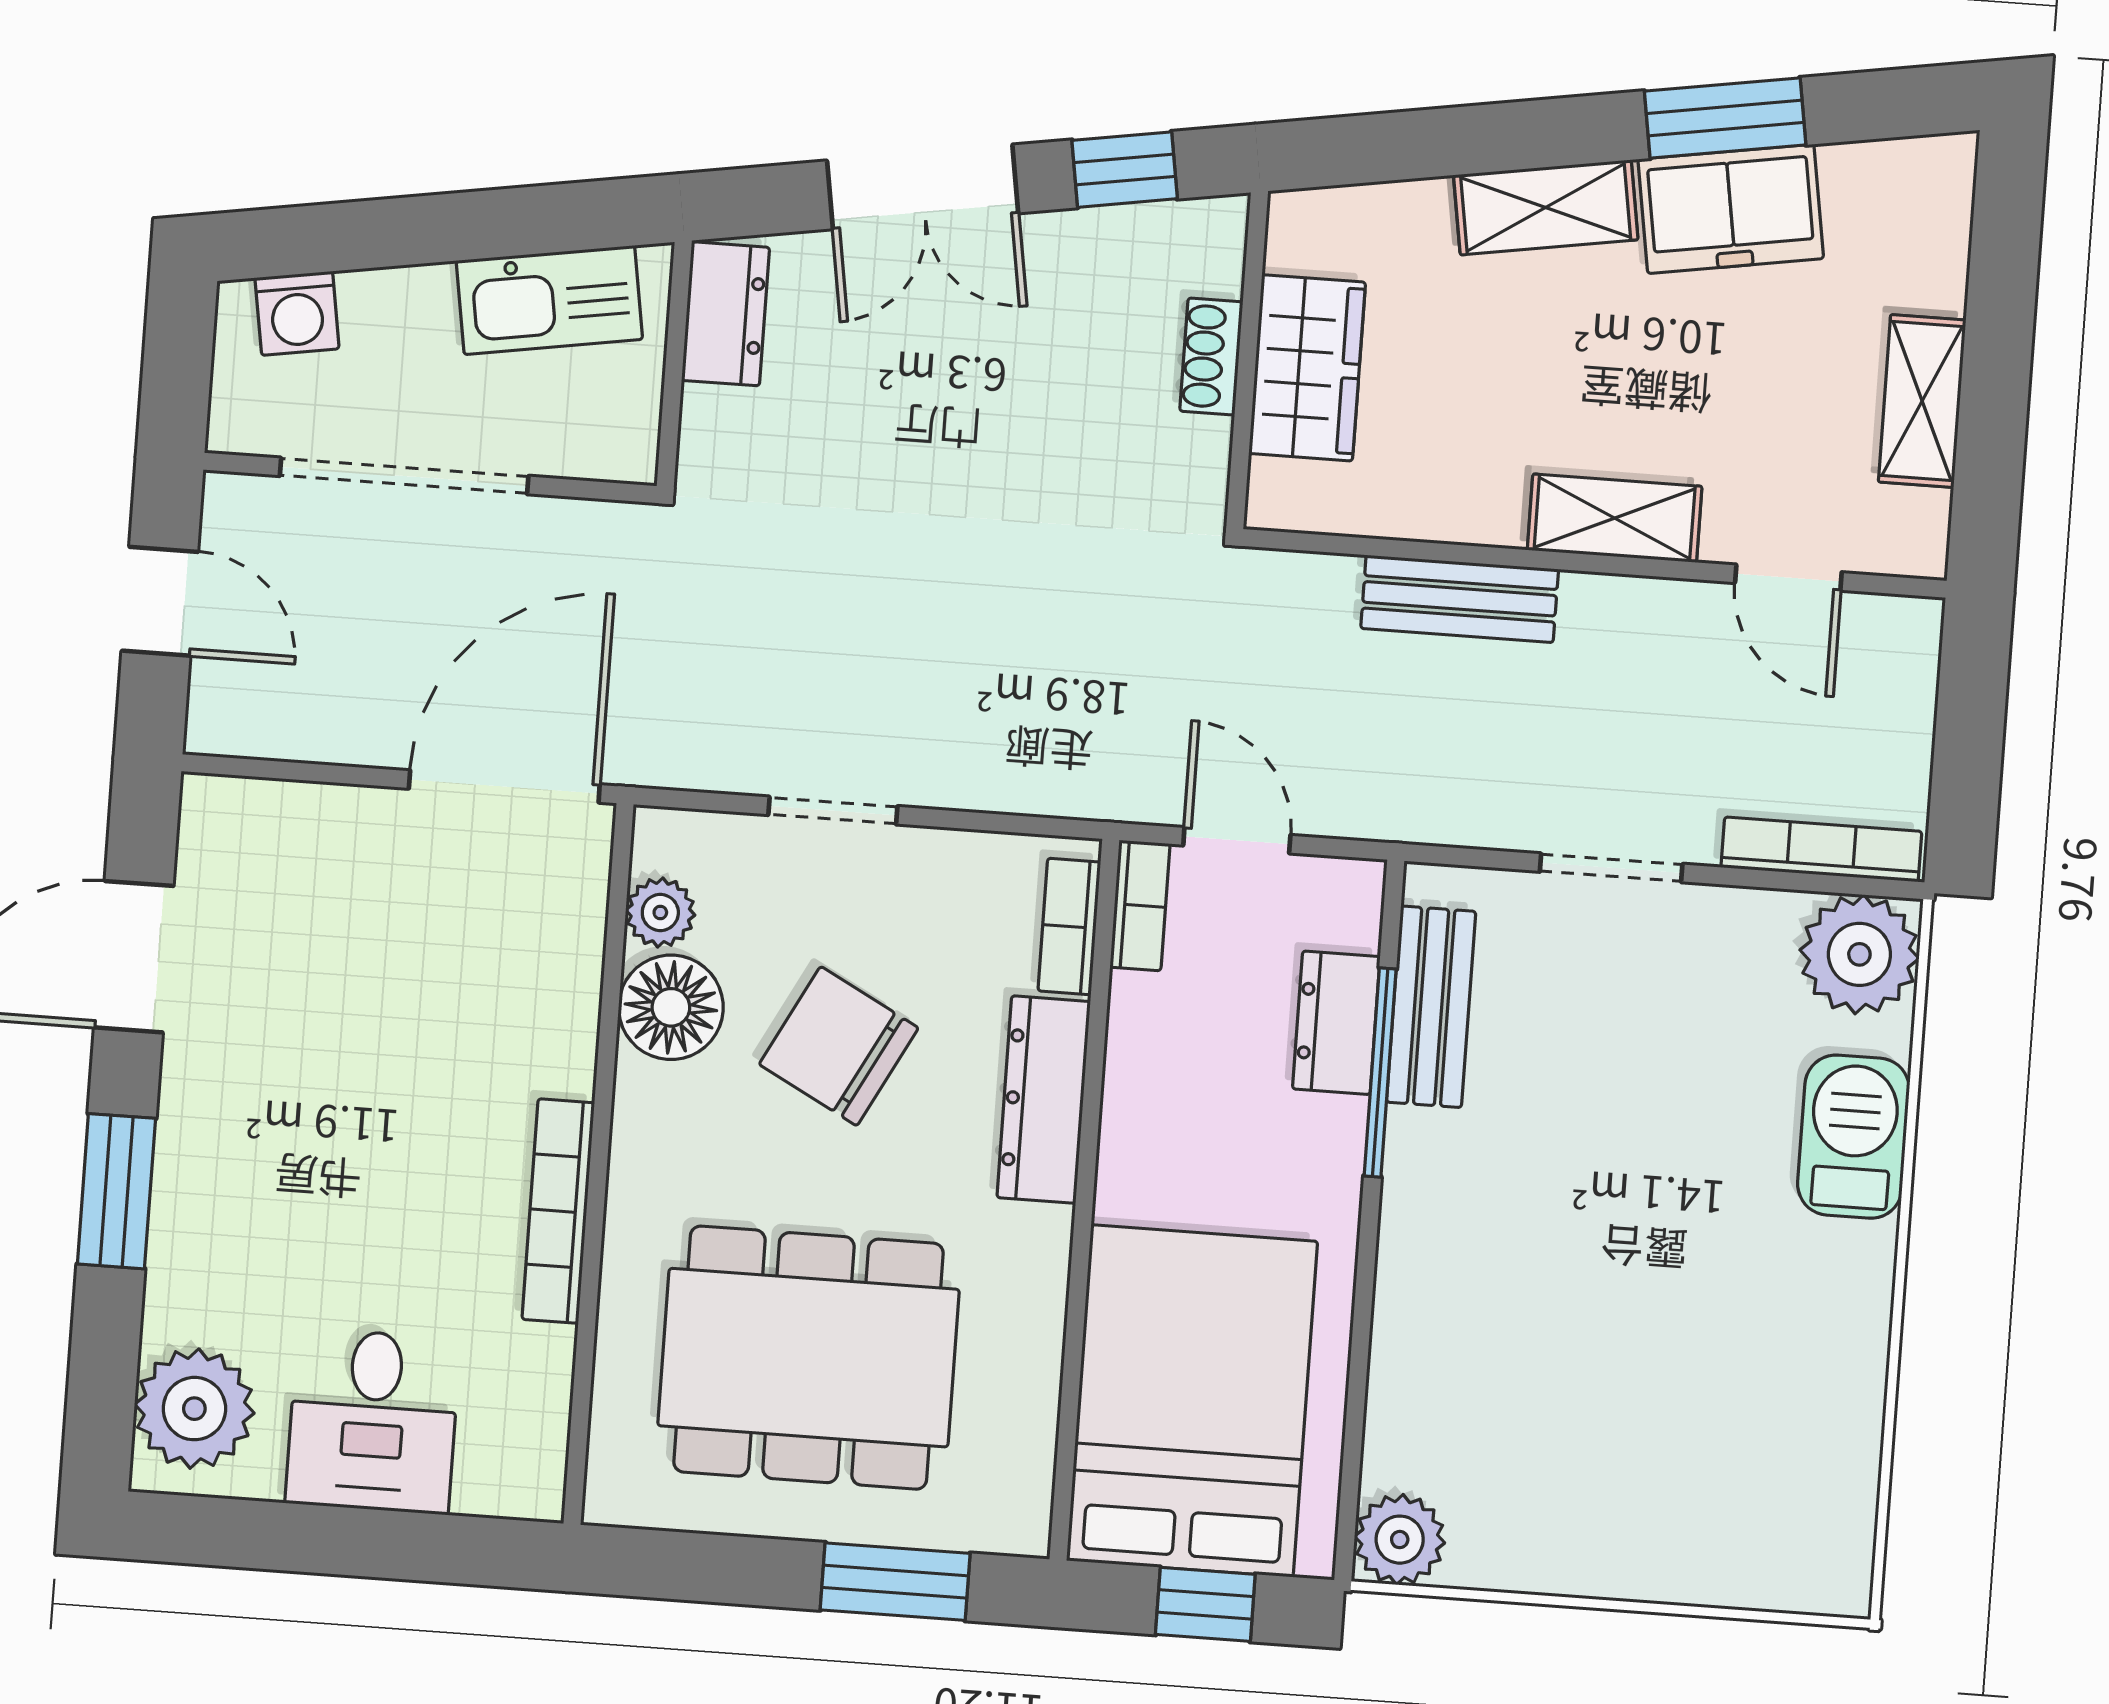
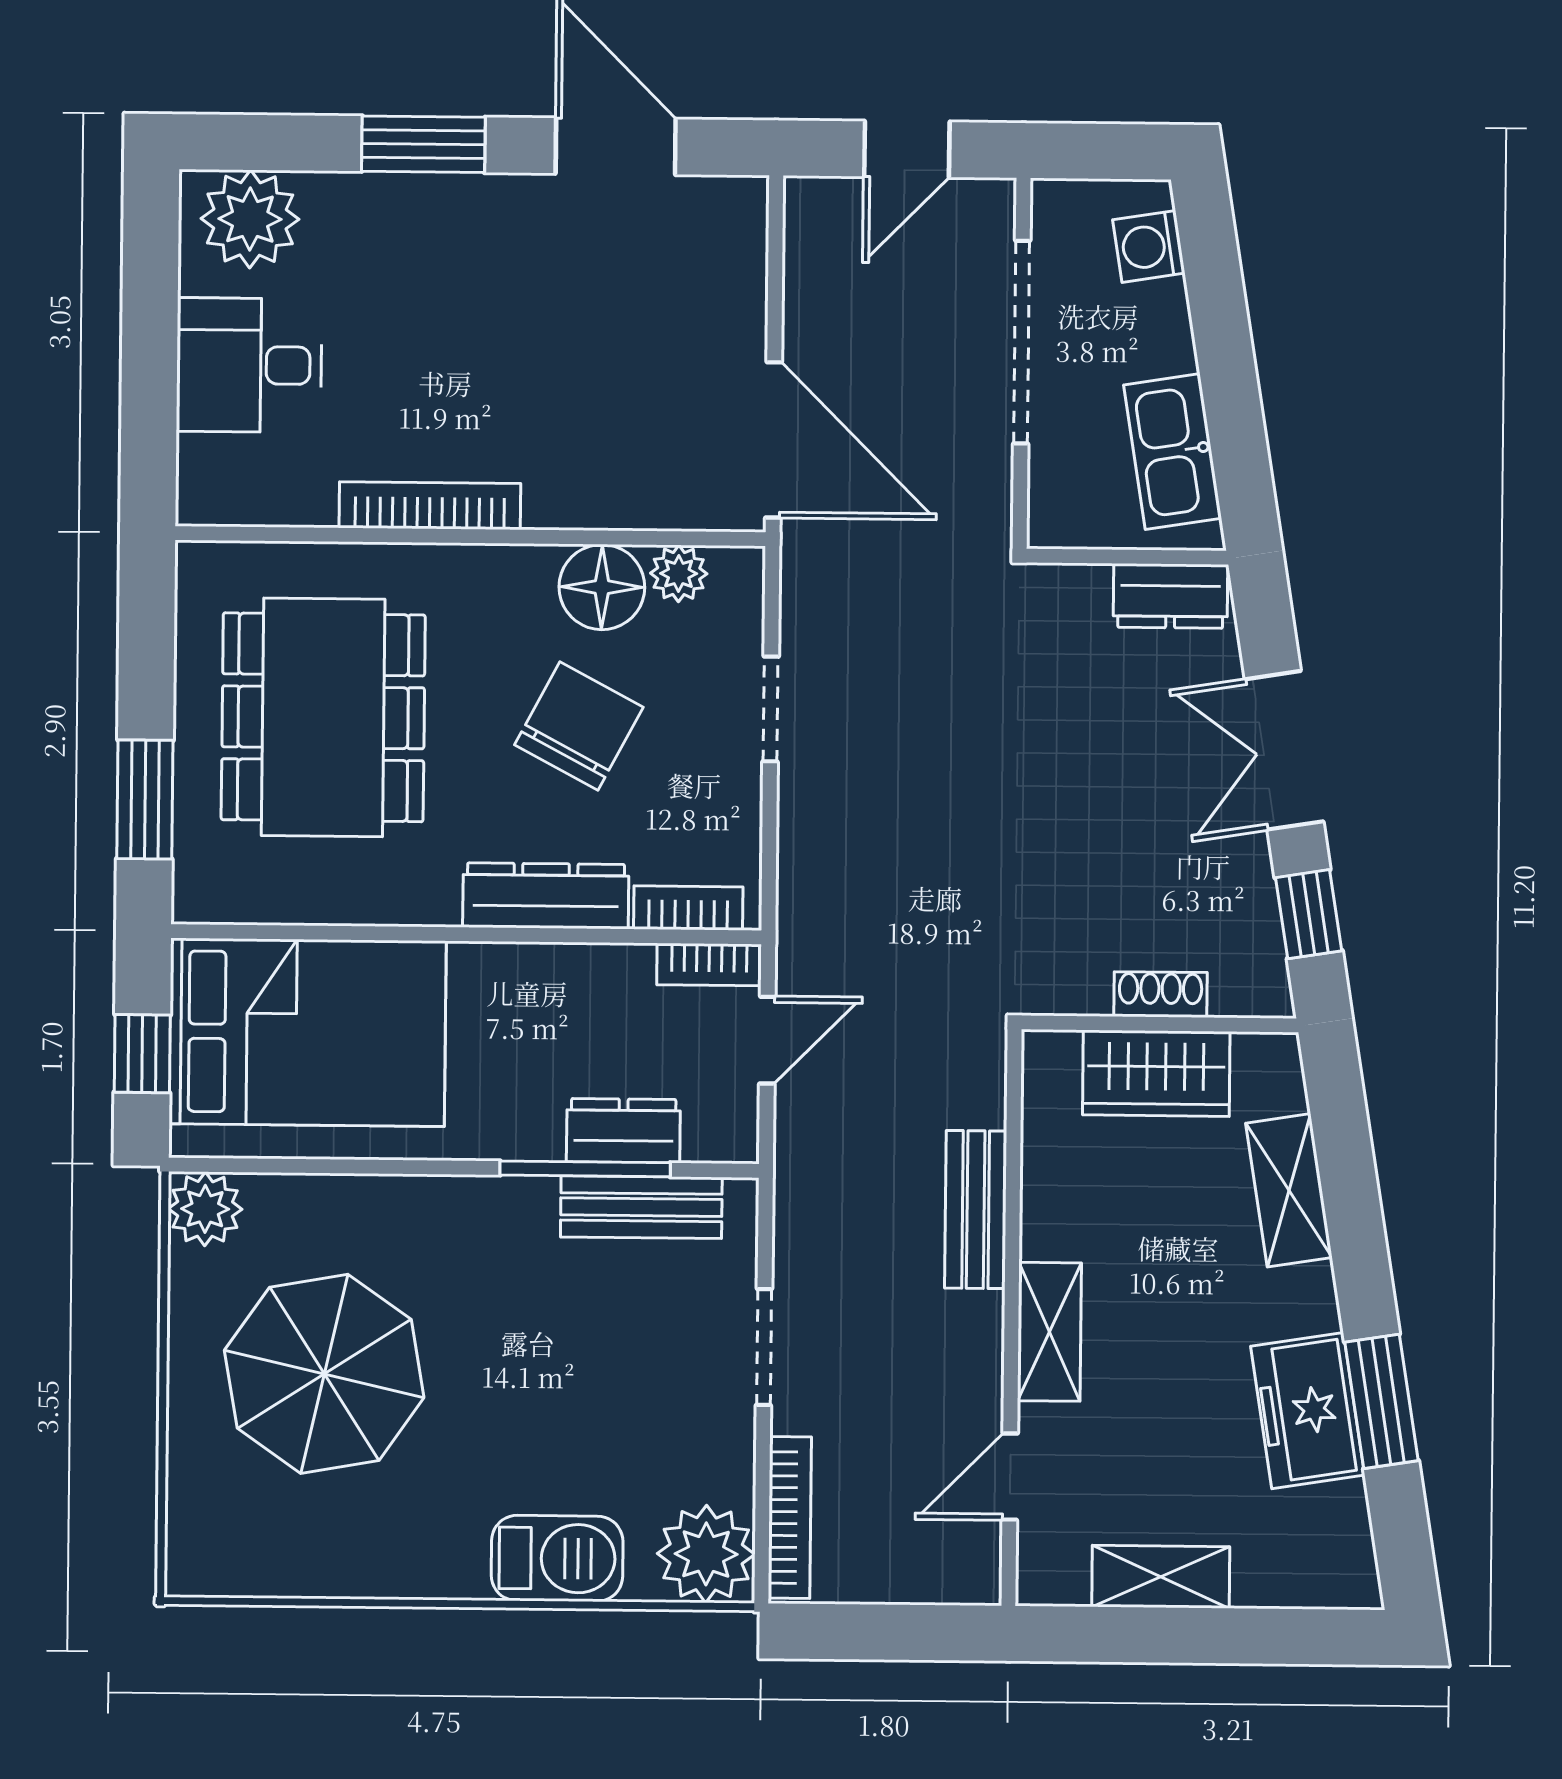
shelving: (1546, 207) -> (1289, 1190), moved
parasol: (1610, 1407) -> (324, 1374), added

